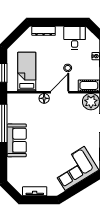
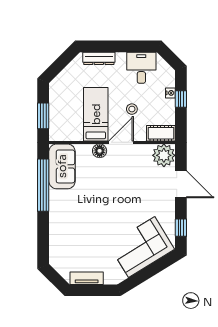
bed: (27, 72) -> (96, 114), moved
sofa: (17, 140) -> (62, 166), moved

